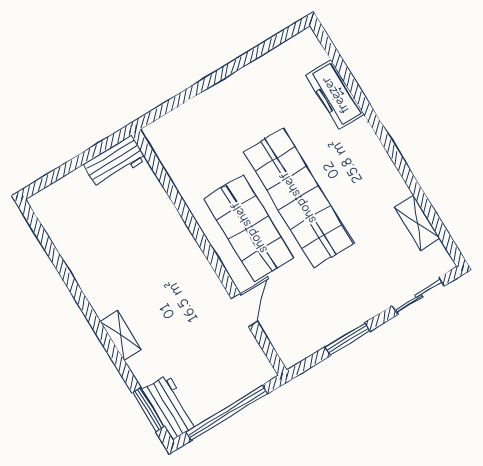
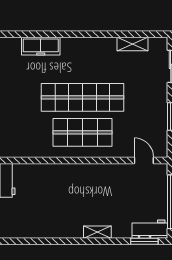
door: (244, 310) -> (144, 160), moved

